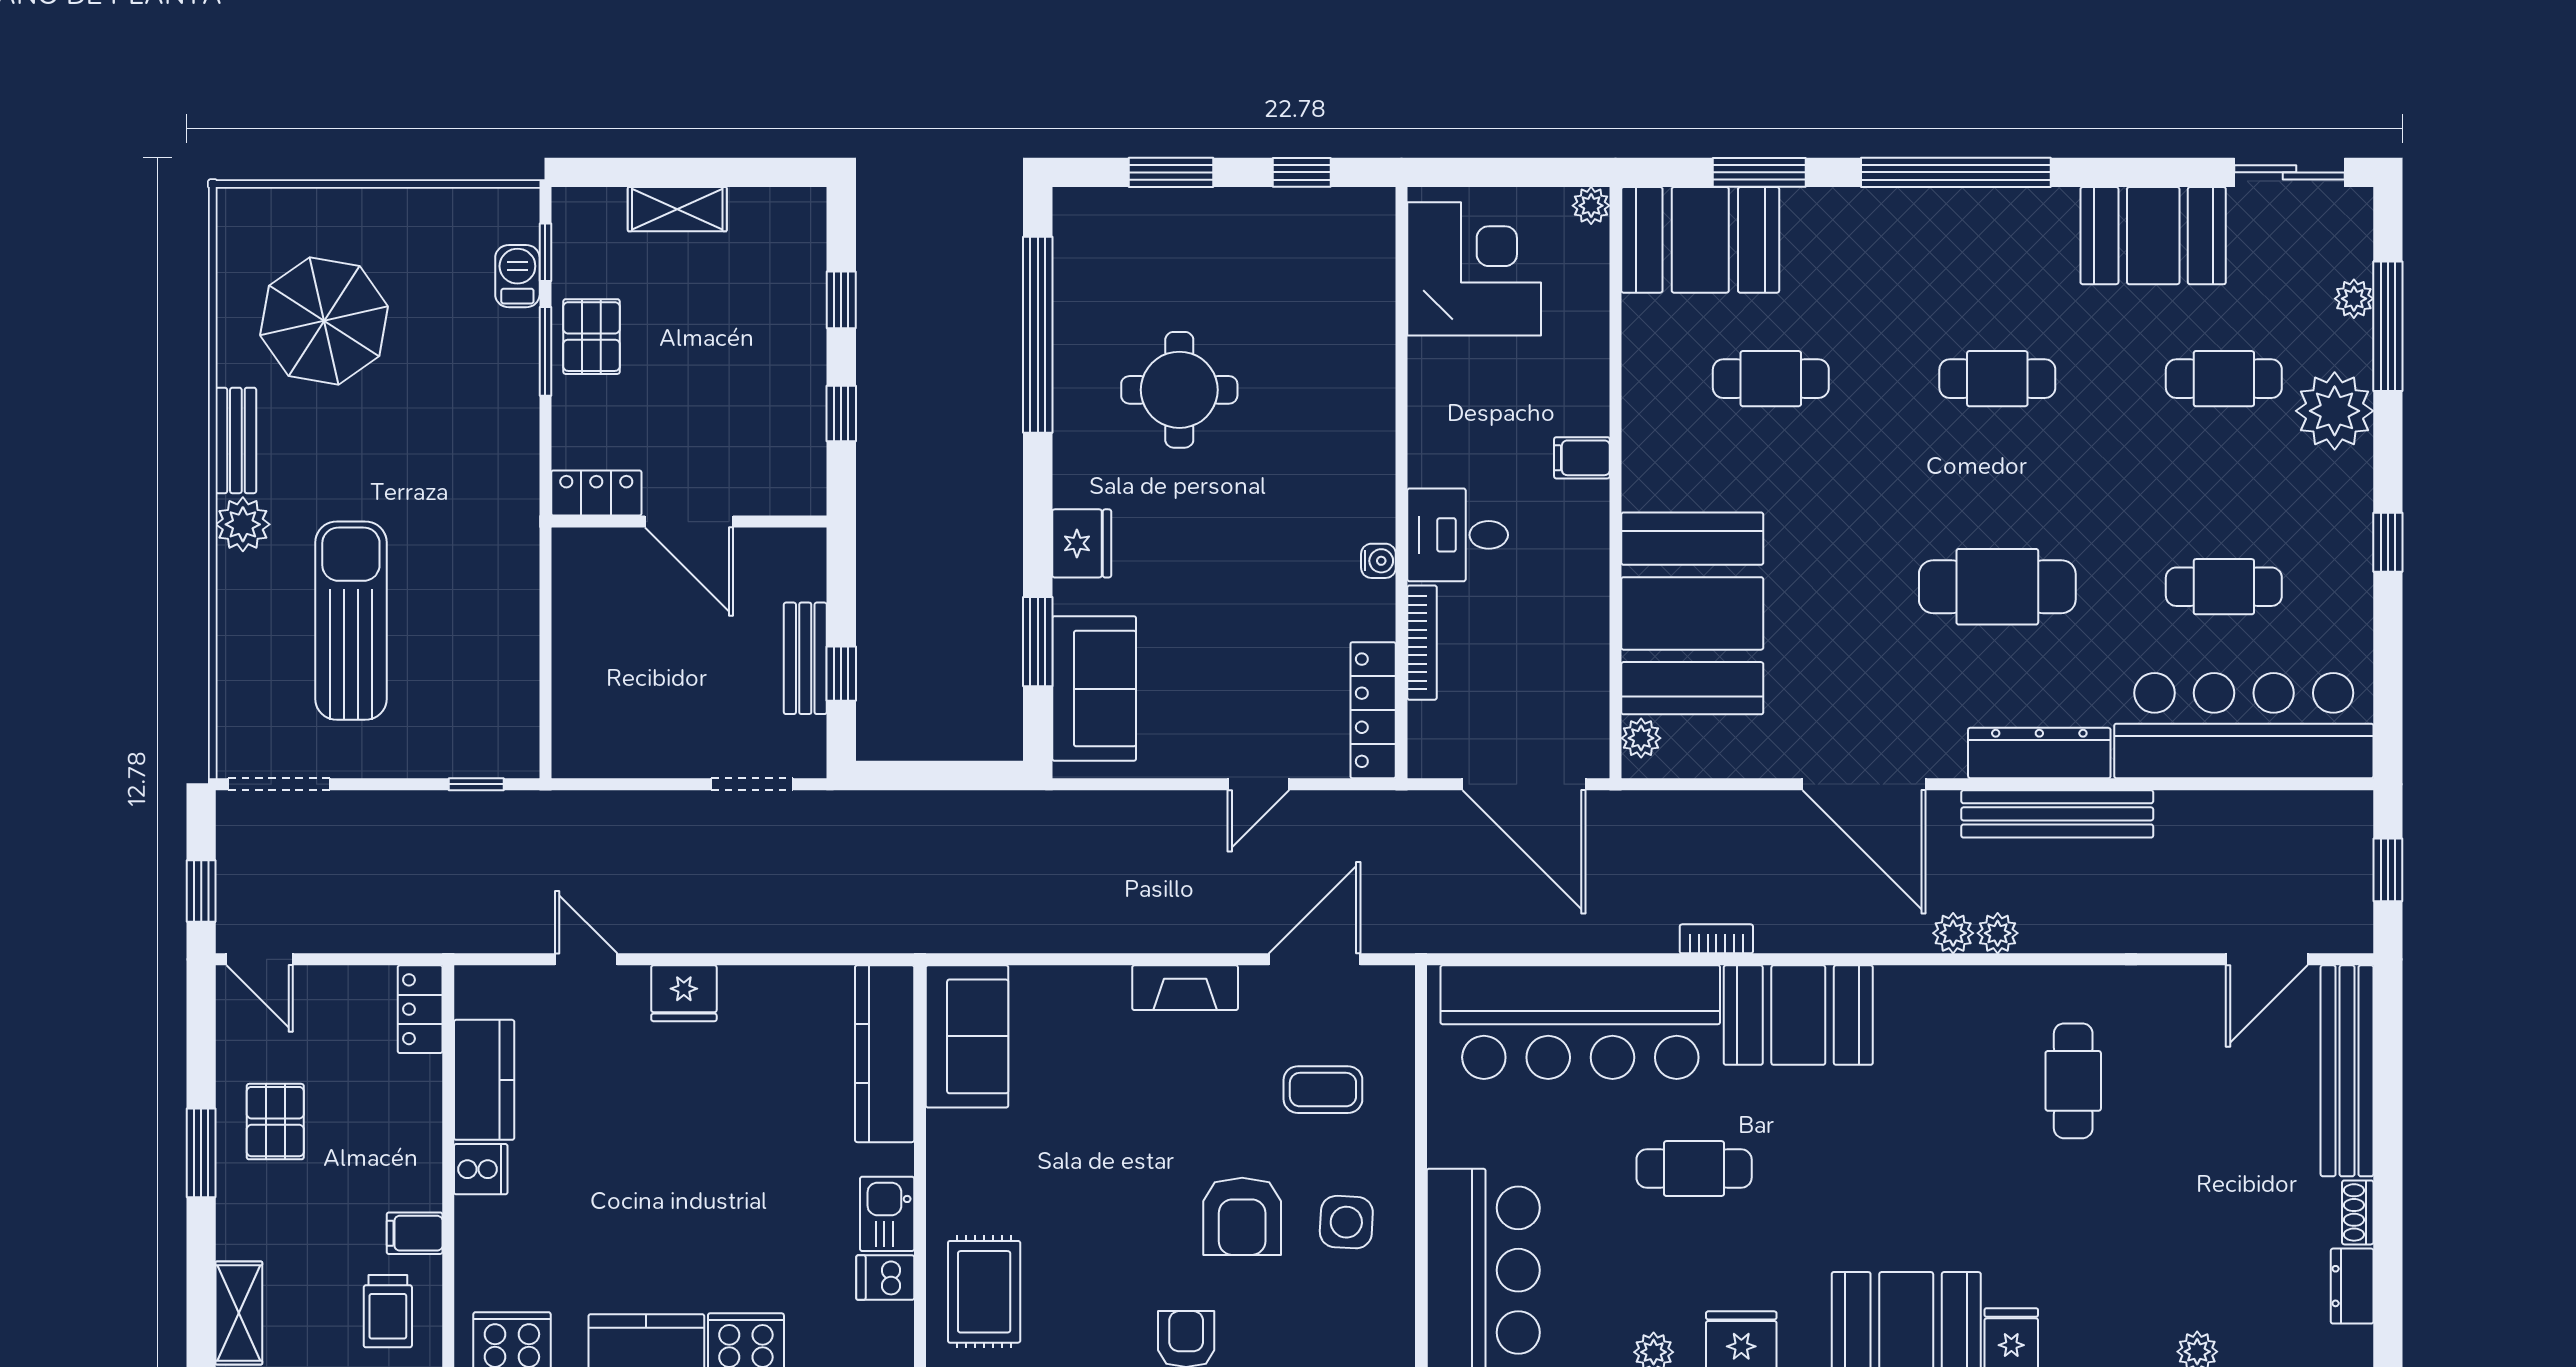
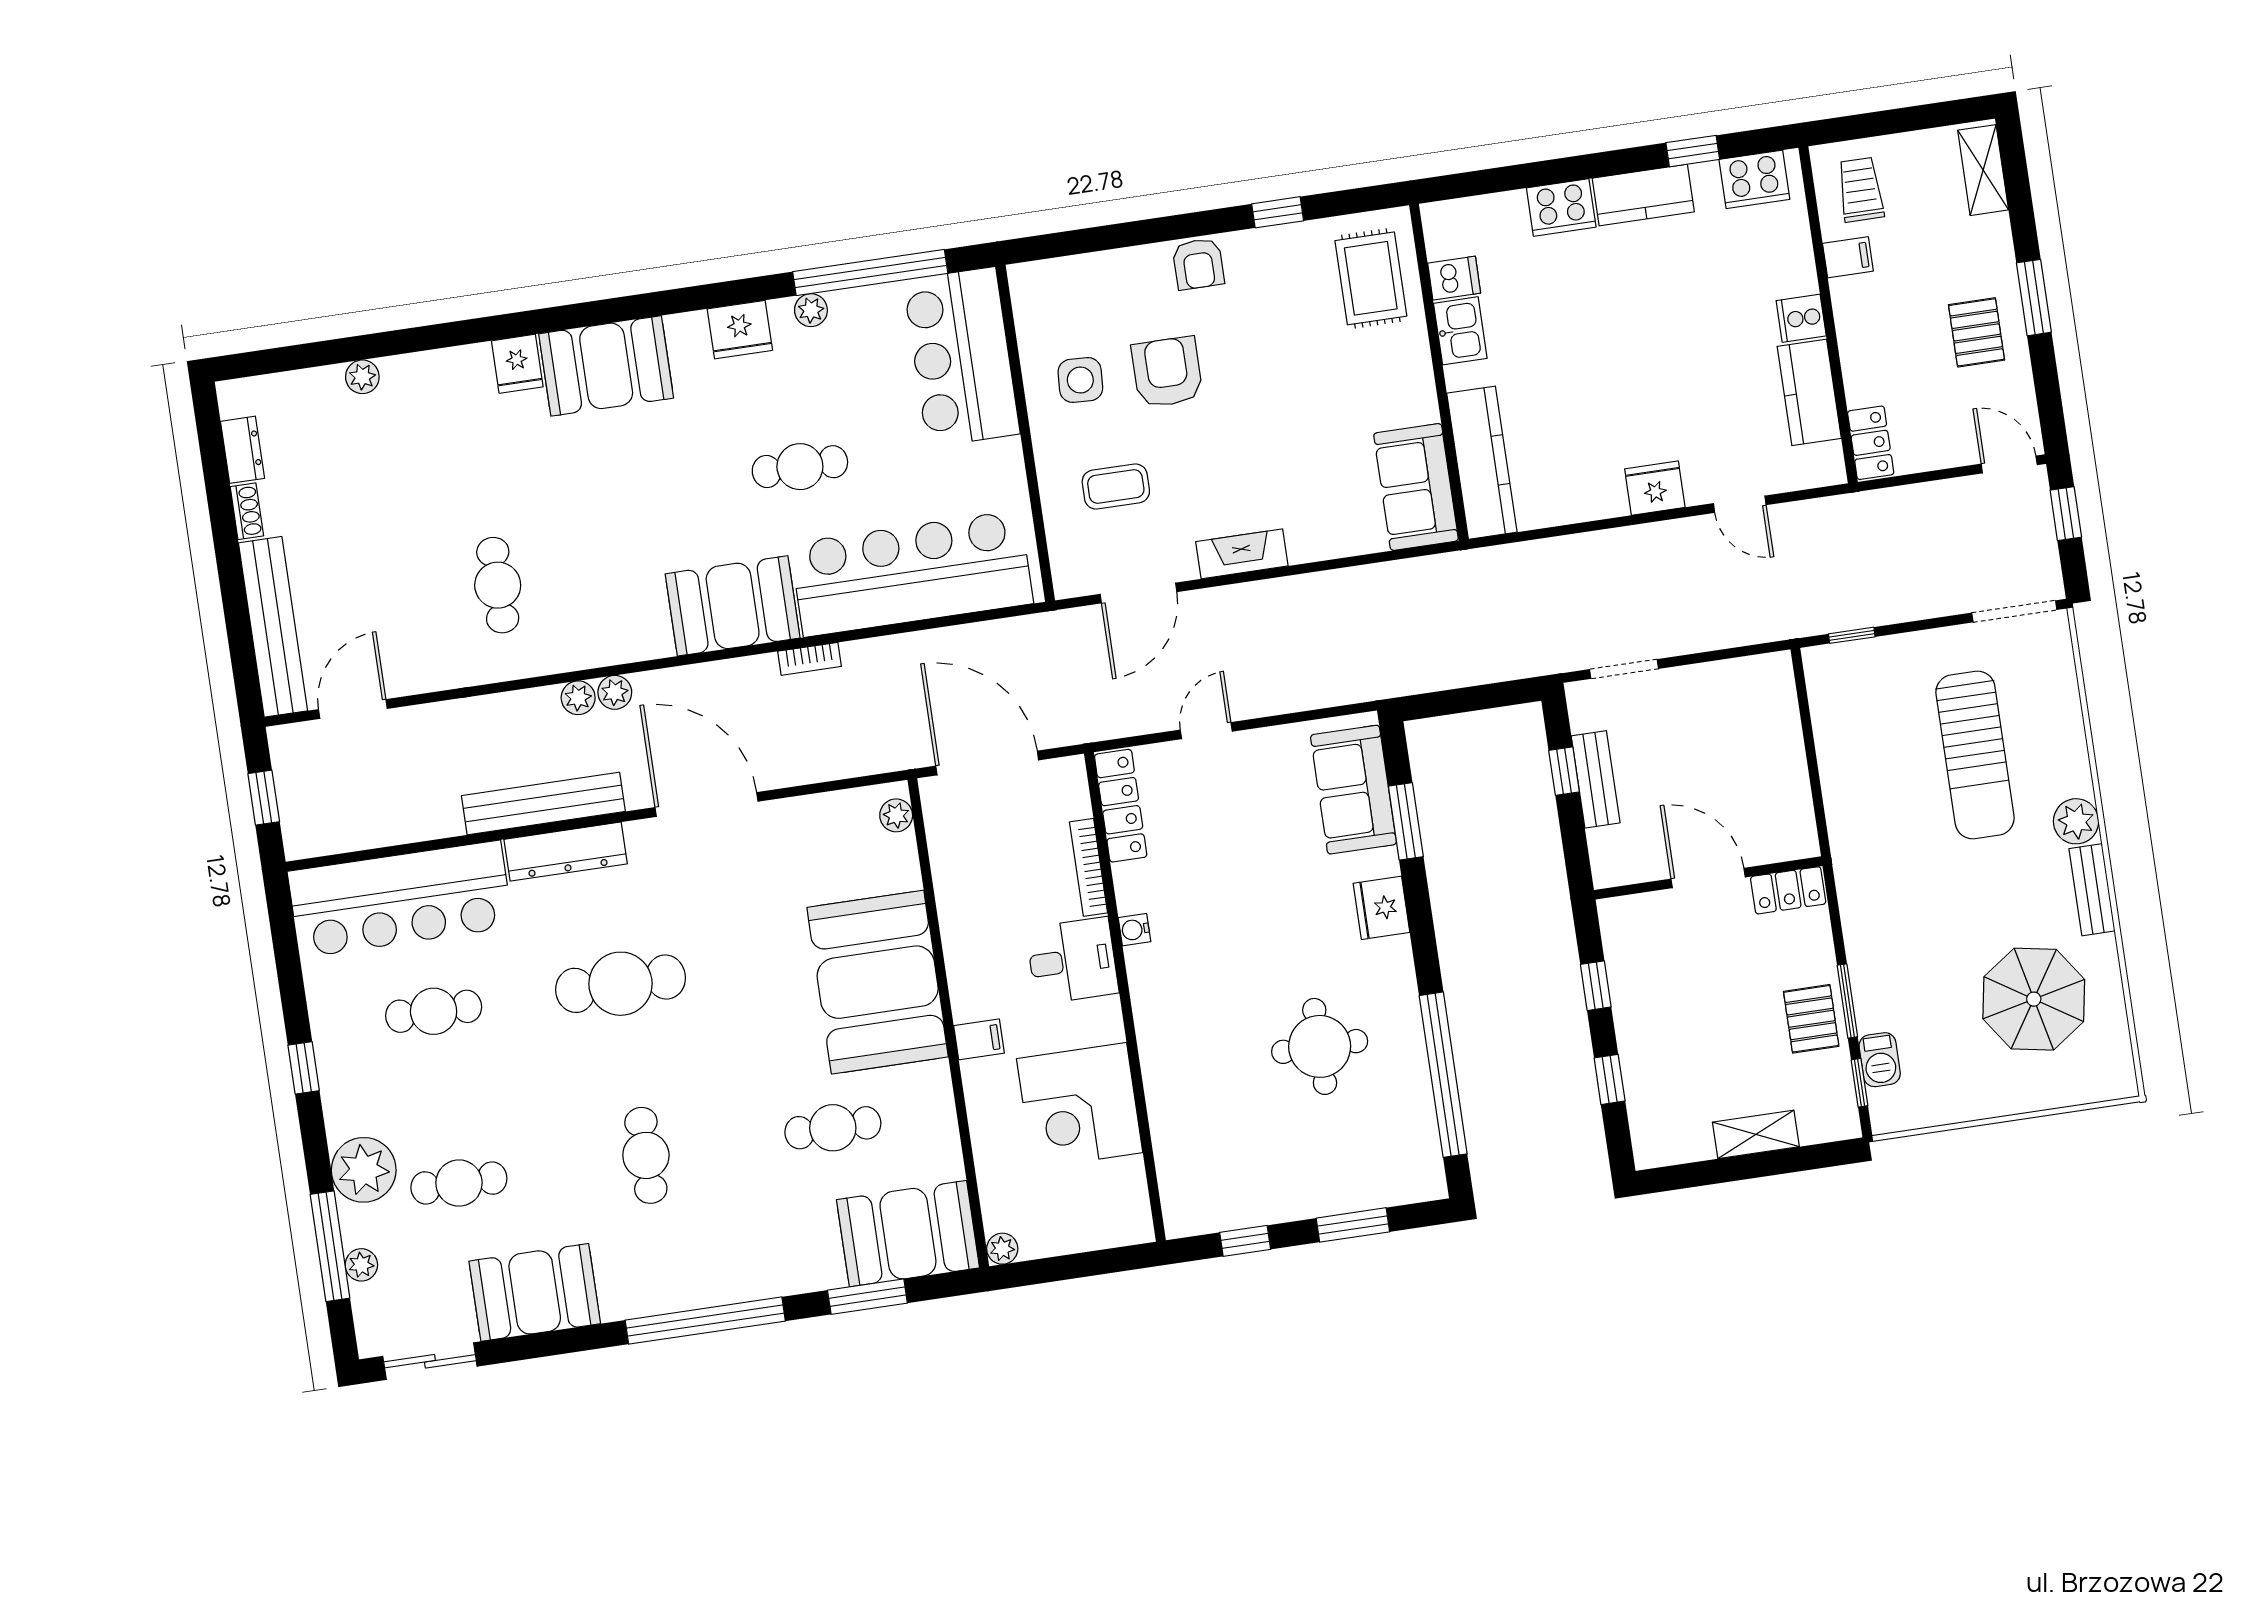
corner desk: (1474, 269) -> (1080, 1106), moved
cafe table: (1997, 379) -> (646, 1155), turned 90
booth: (1692, 613) -> (878, 982), moved

